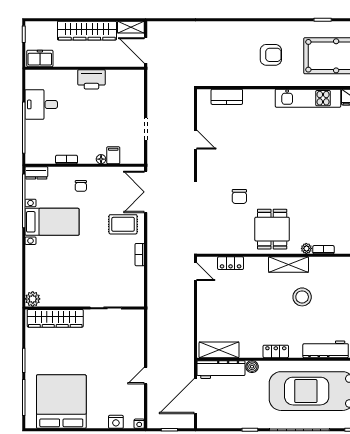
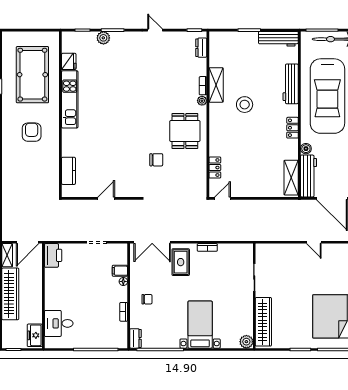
printer: (91, 79) -> (53, 255), moved
desk: (41, 104) -> (59, 323), moved, turned 90
bed with nightstands: (52, 222) -> (200, 325), moved
dining table: (272, 229) -> (185, 131), turned 90
shelving: (289, 265) -> (216, 85), moved

